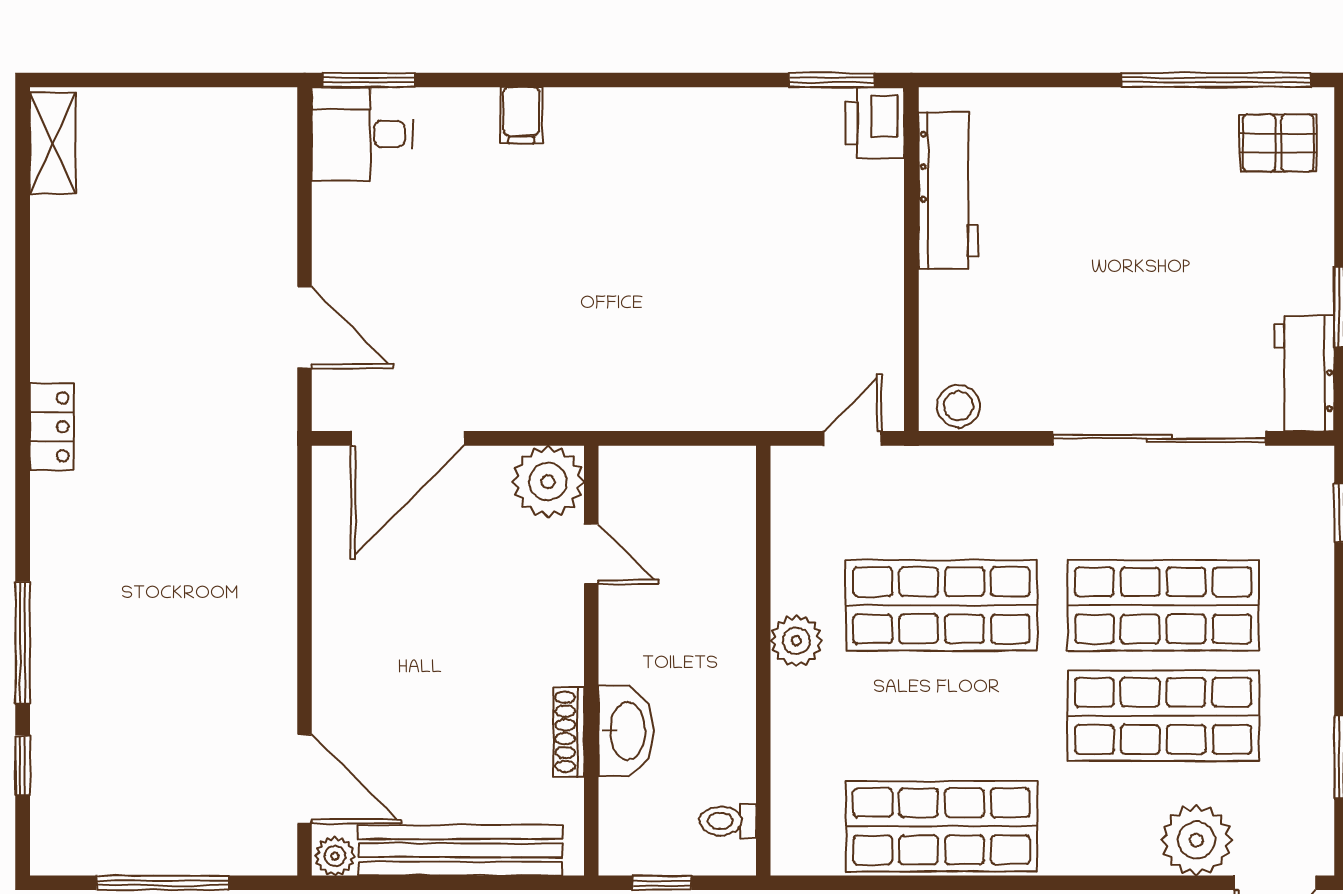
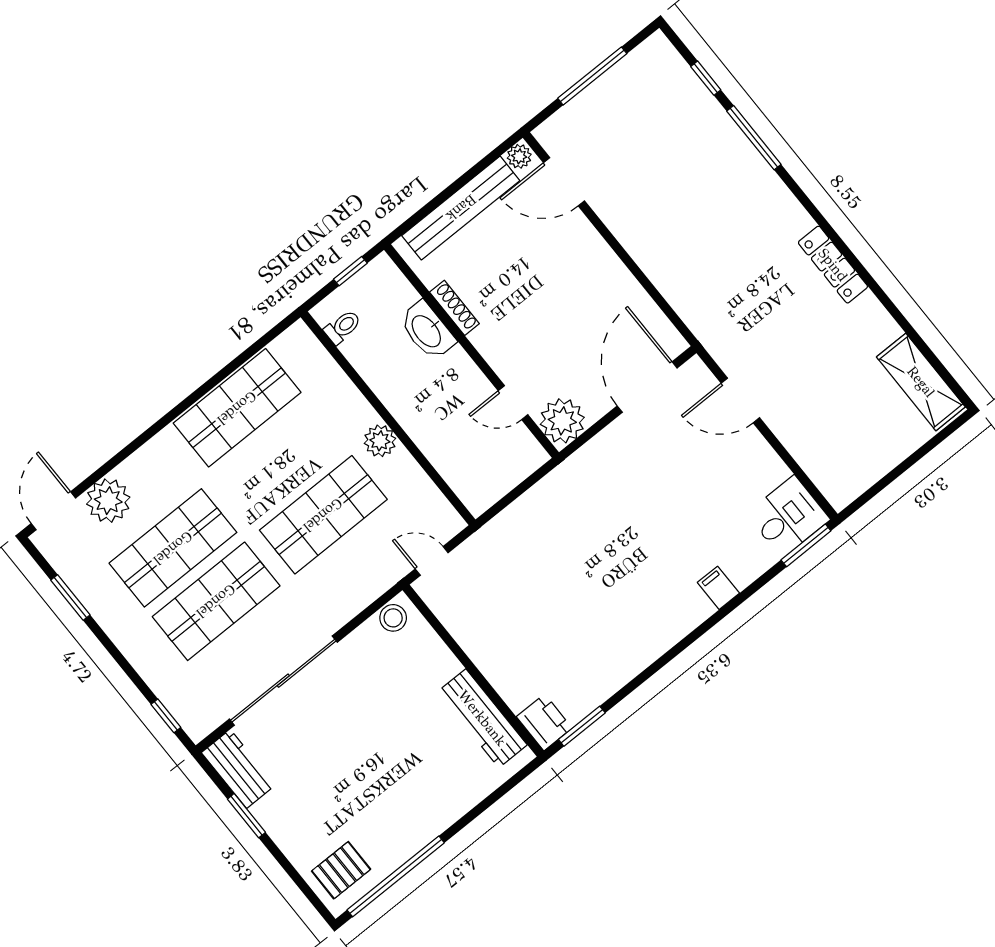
shelving: (53, 143) -> (921, 382), width x1.50, depth x1.33
locker: (52, 427) -> (833, 265), width x1.53
door: (853, 438) -> (432, 561), swing flipped

